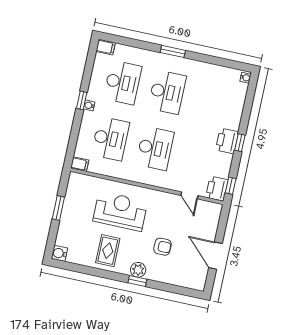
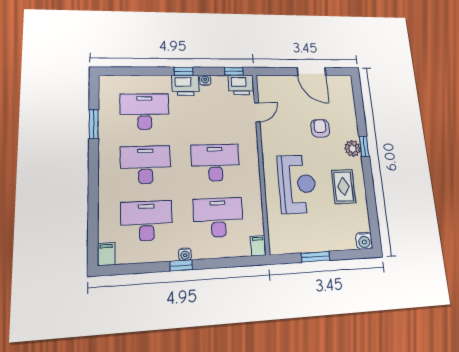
window: (173, 51) -> (94, 124), moved
water cooler: (245, 78) -> (205, 80), moved
desk: (212, 102) -> (145, 111), added
reception desk: (120, 211) -> (297, 184), turned 180
rug: (108, 251) -> (344, 187), turned 90
door: (215, 256) -> (312, 72), hinge flipped

